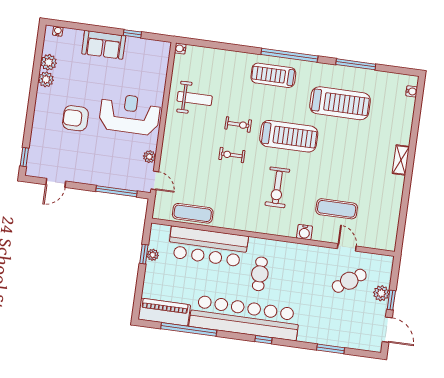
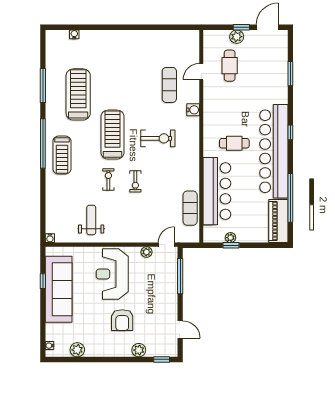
sofa: (104, 45) -> (59, 289), width x1.85, depth x1.27
plant: (46, 79) -> (139, 350), moved
water cooler: (412, 91) -> (74, 34), moved
shelving: (401, 160) -> (120, 35), removed
cafe table: (349, 281) -> (230, 66), turned 35

